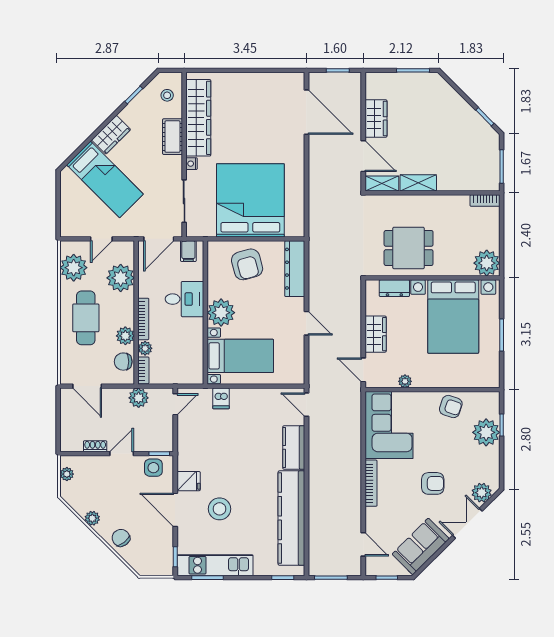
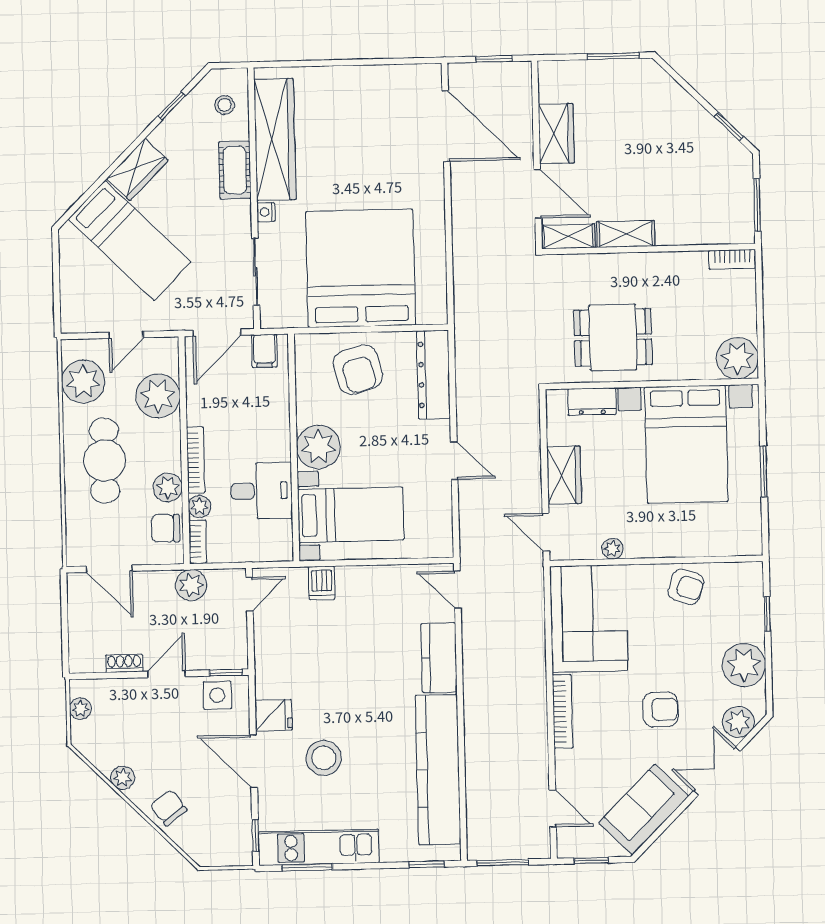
desk: (184, 299) -> (262, 491), moved
plant: (486, 432) -> (744, 665), moved

